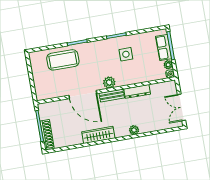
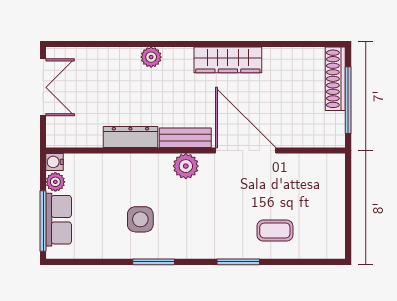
coffee table: (63, 60) -> (275, 231), width x0.54, depth x0.58

